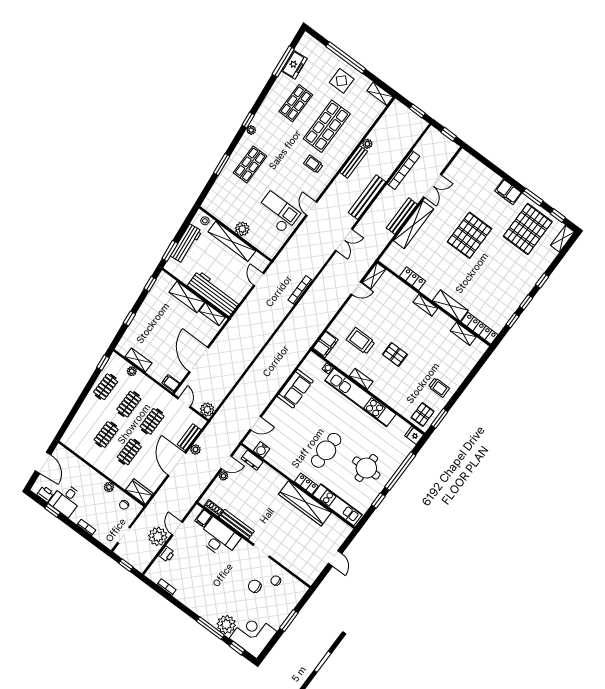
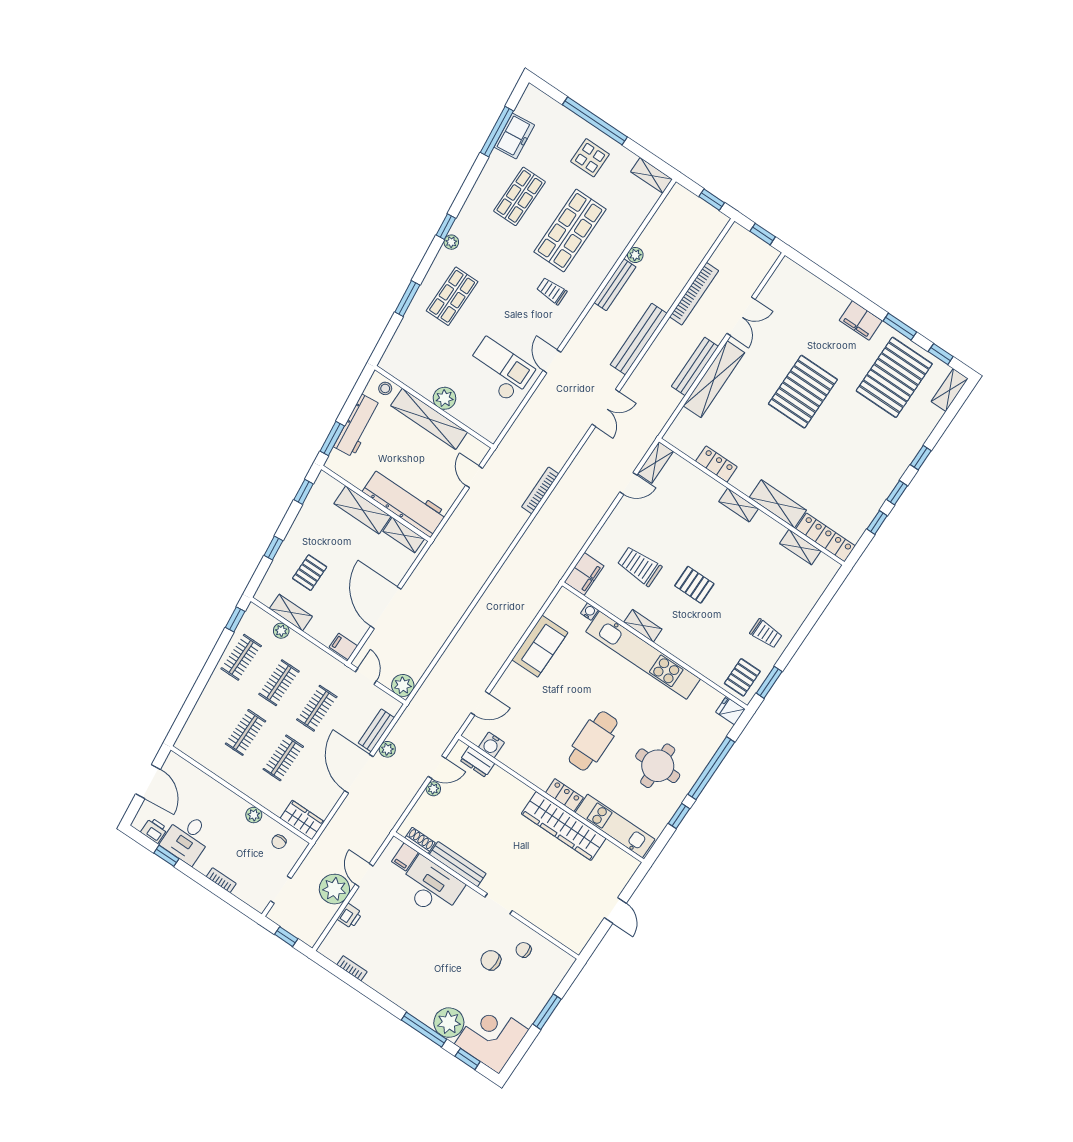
pallet: (152, 335) -> (310, 573), added

